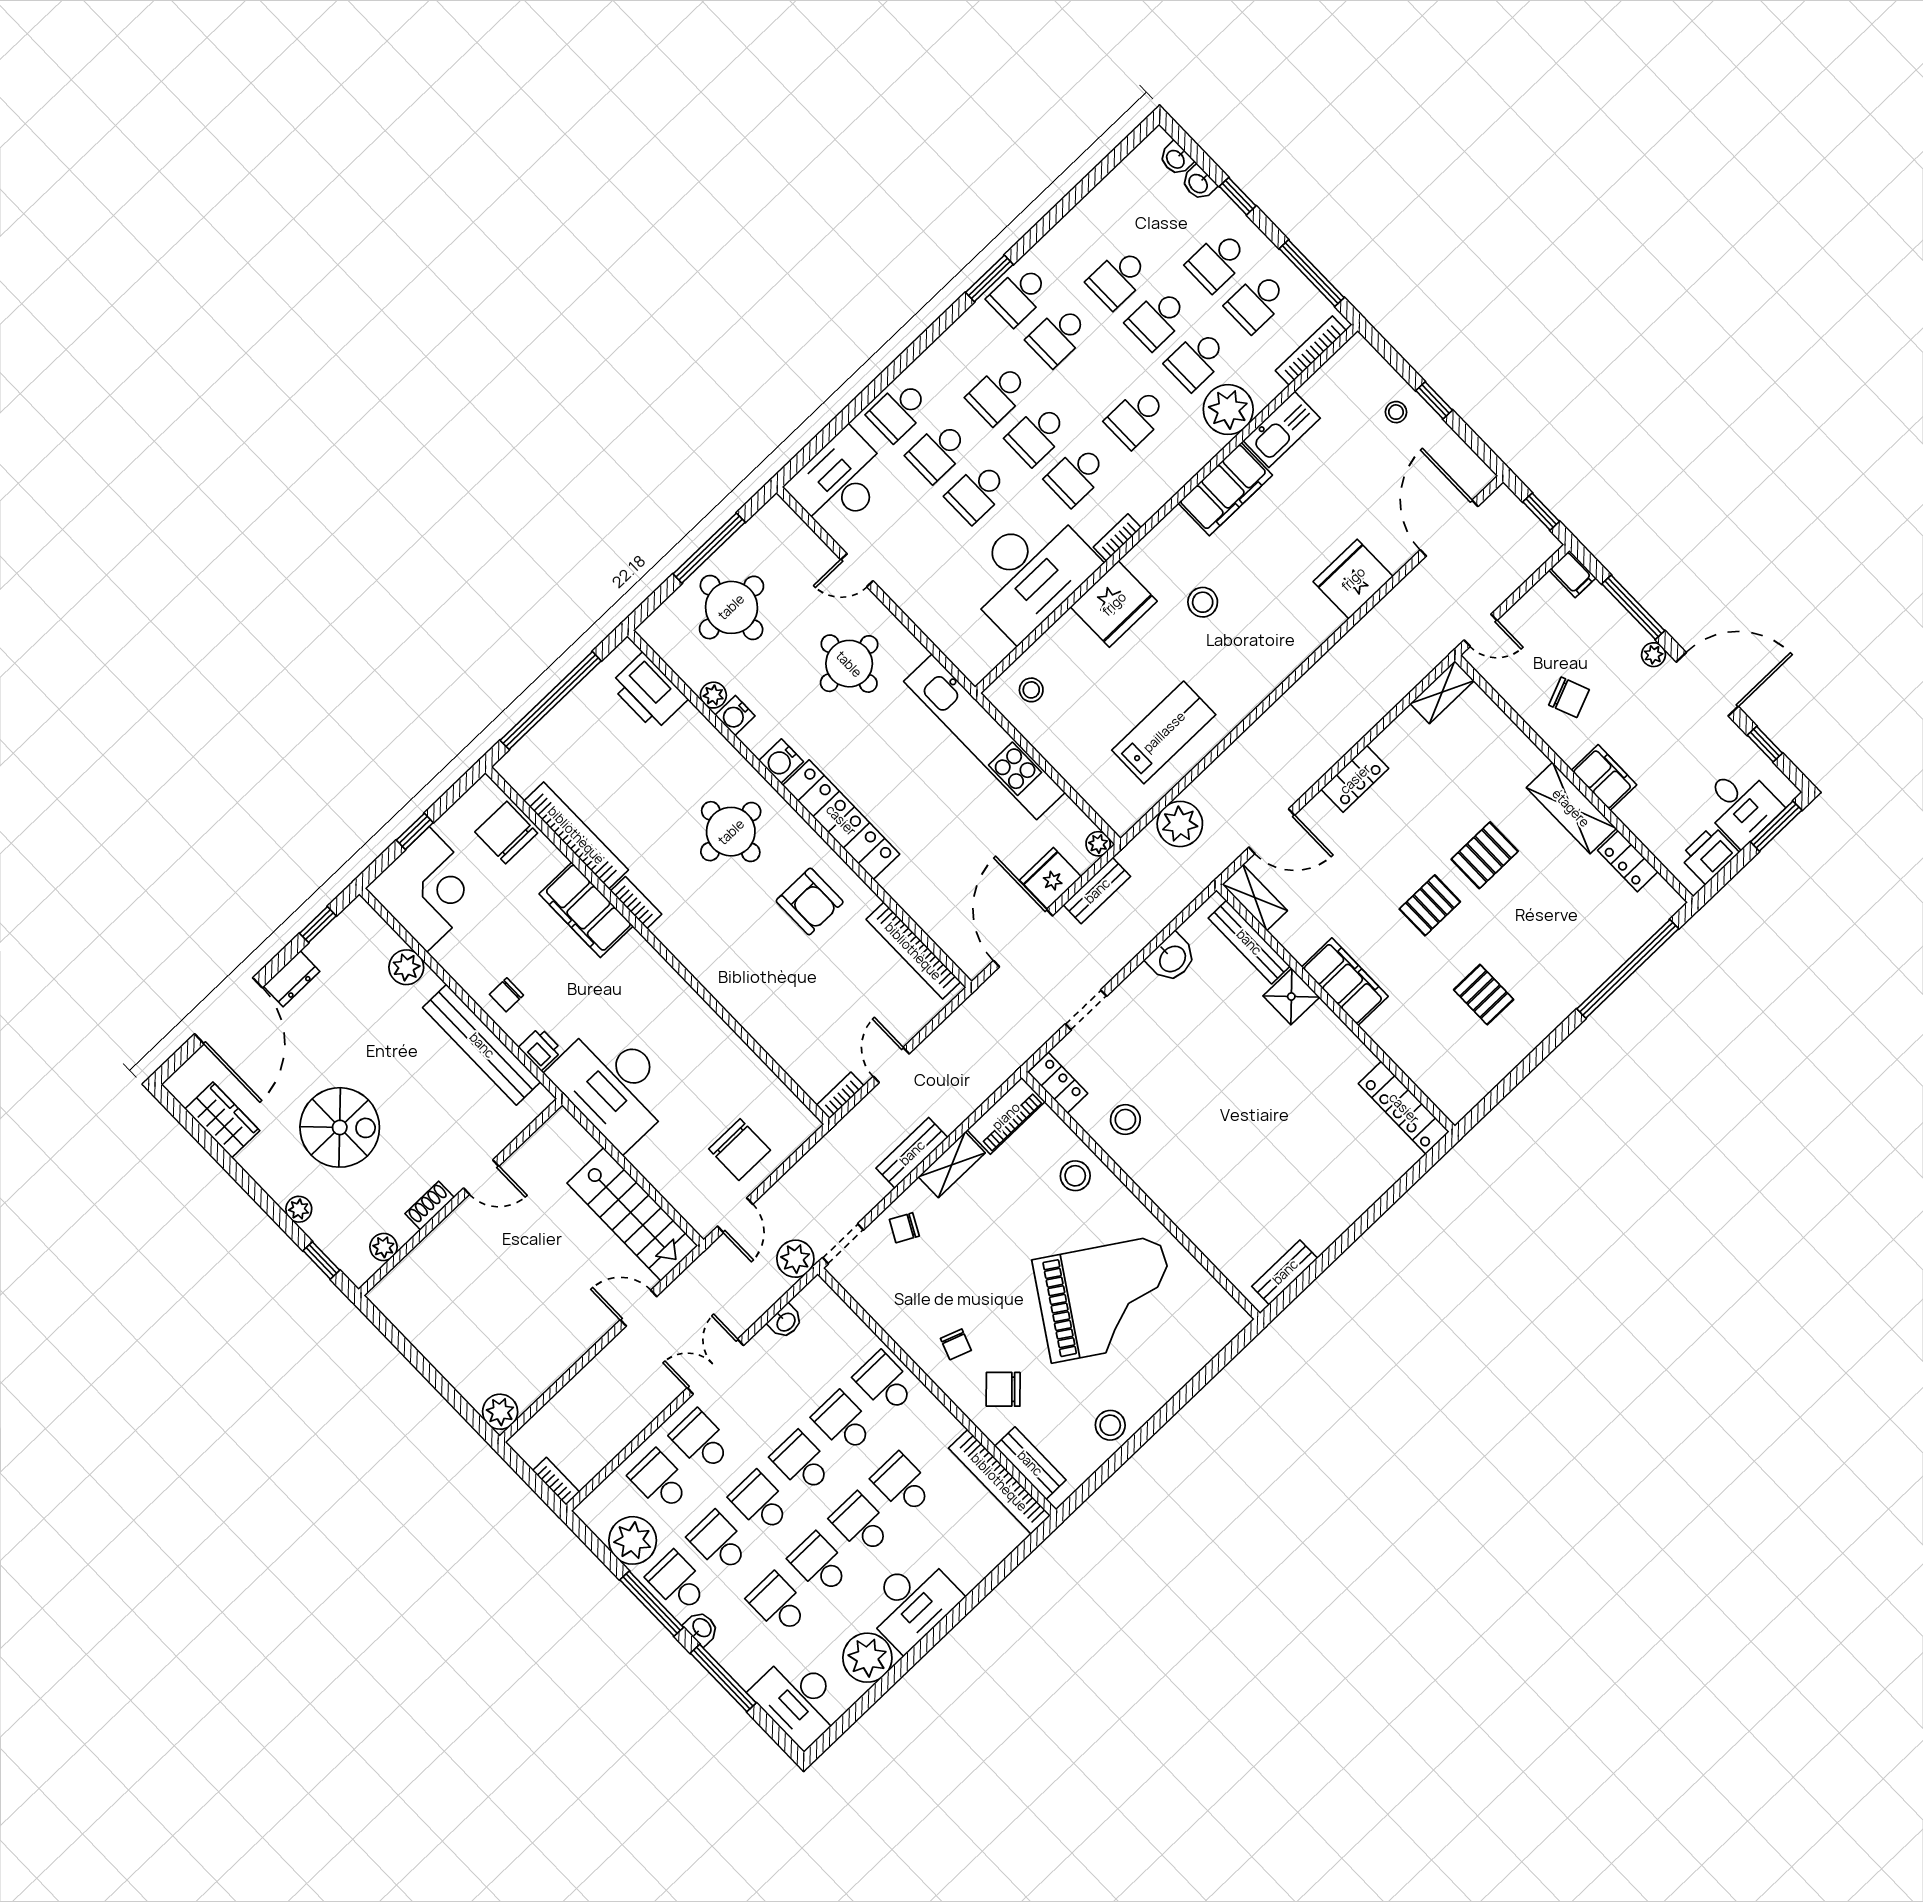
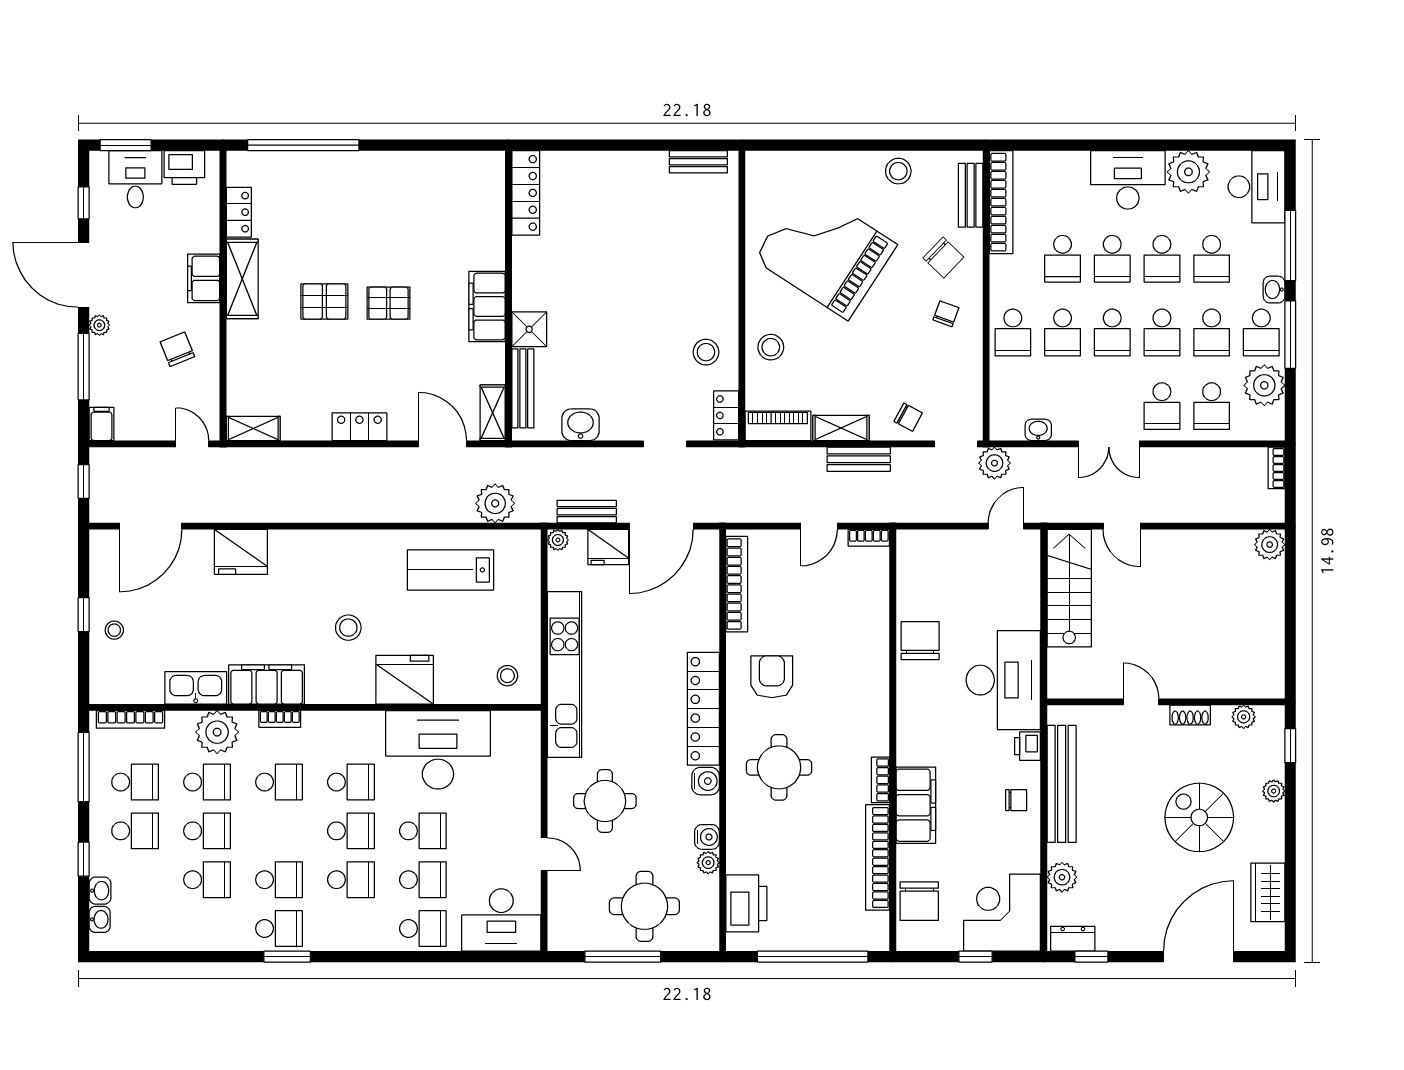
bookcase: (1117, 537) -> (280, 719), moved
dresser: (292, 979) -> (1073, 939), moved
pallet: (1484, 995) -> (408, 215), removed
chair: (740, 1150) -> (920, 641), moved

